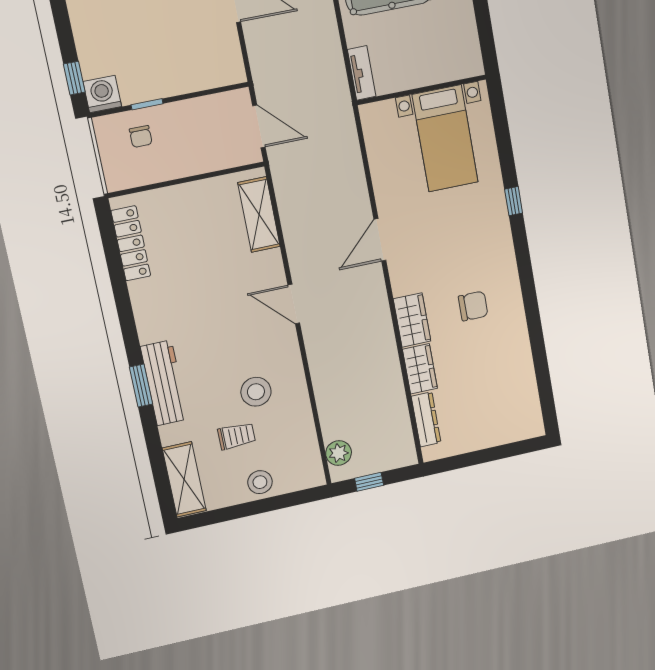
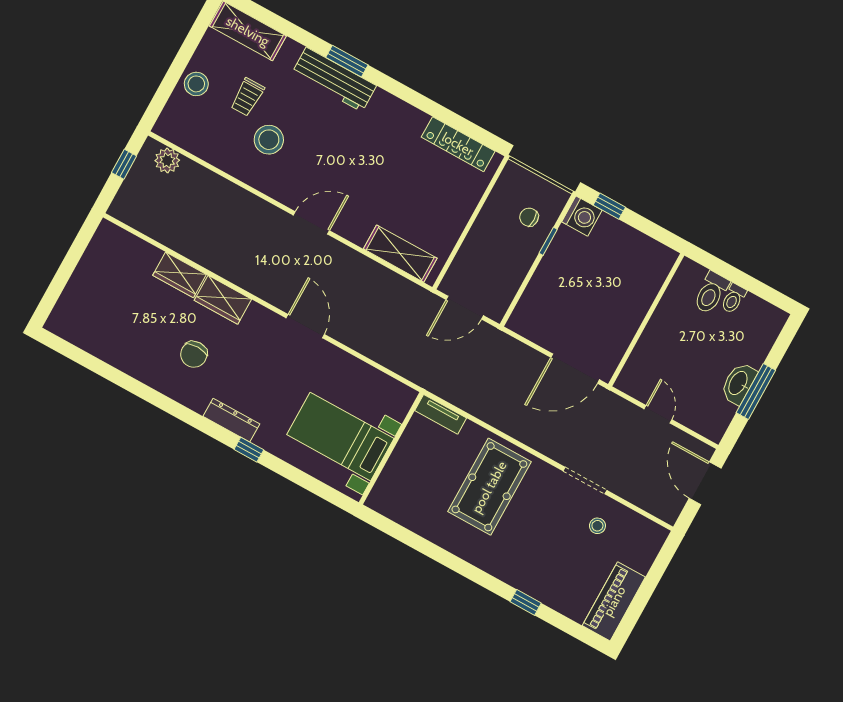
dresser: (426, 419) -> (231, 420), moved, turned 180

